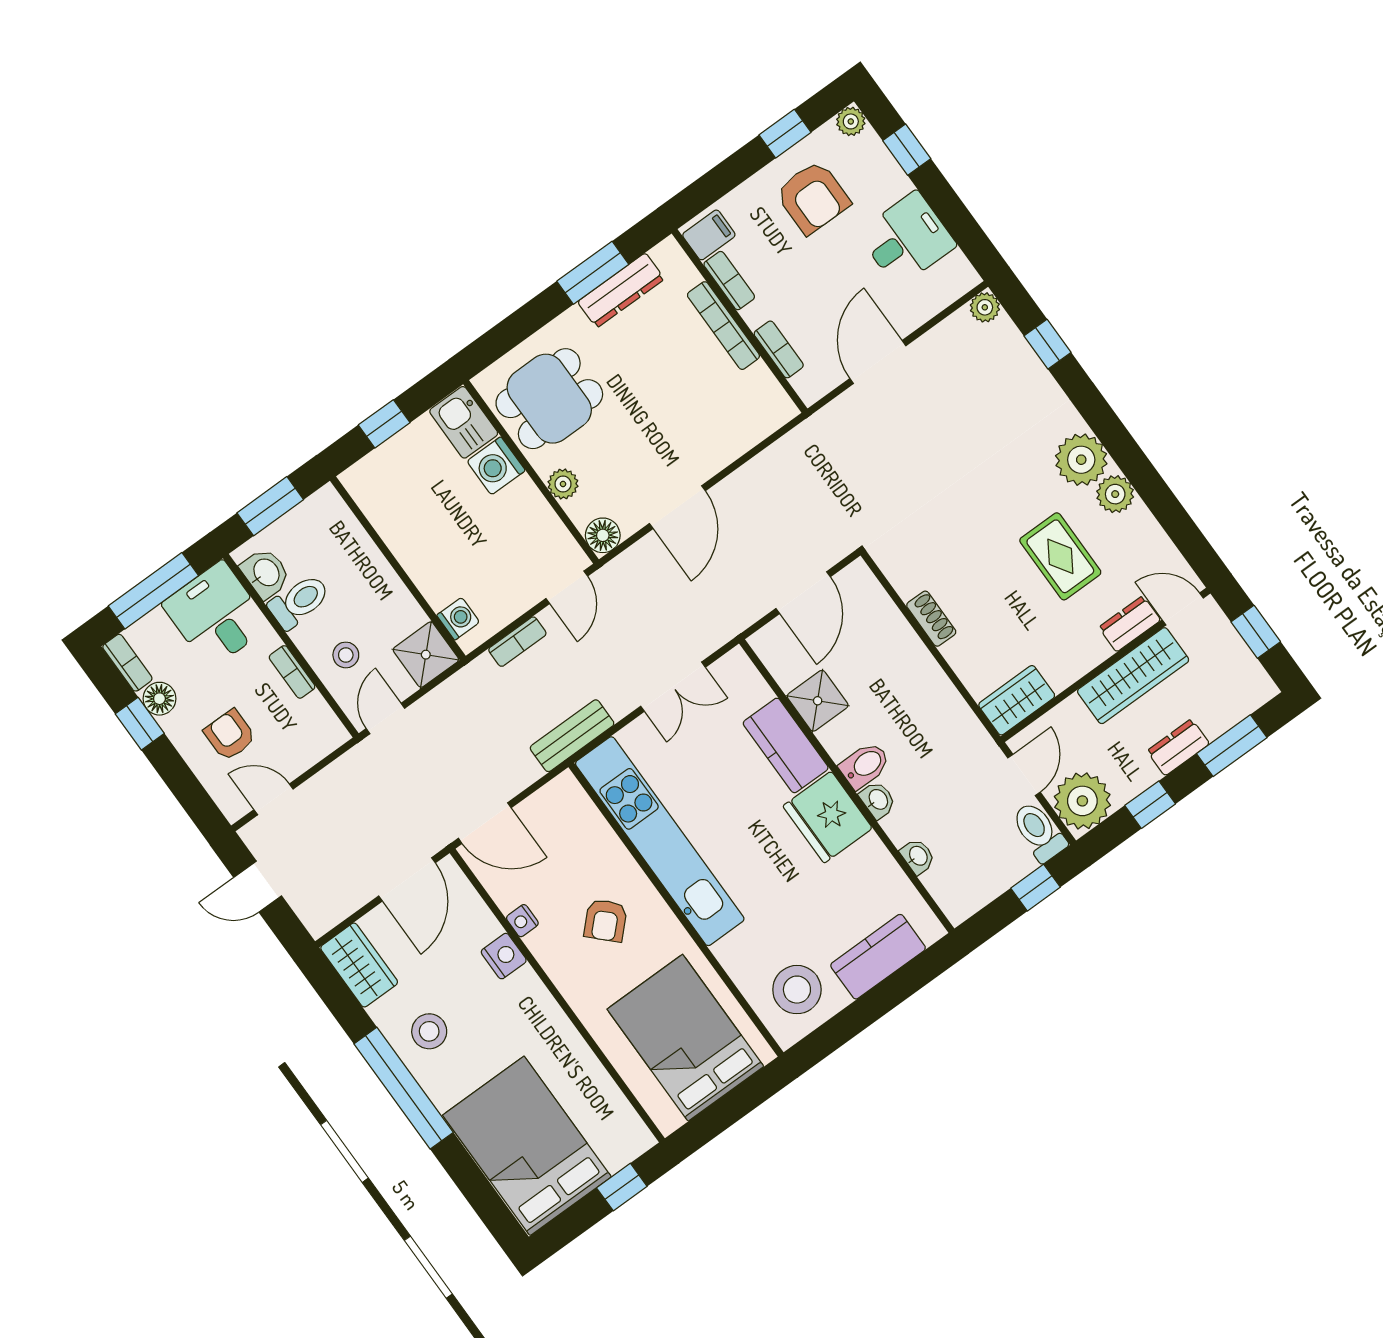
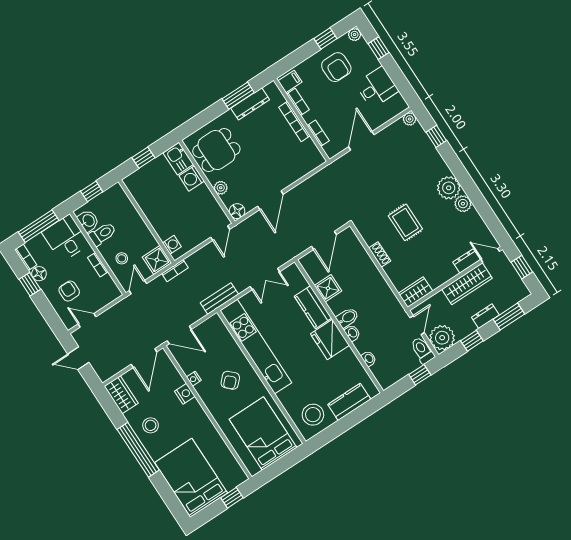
window: (270, 506) -> (92, 191), width x0.67
rug: (1060, 556) -> (405, 222), moved
bookcase: (517, 642) -> (175, 271), moved

